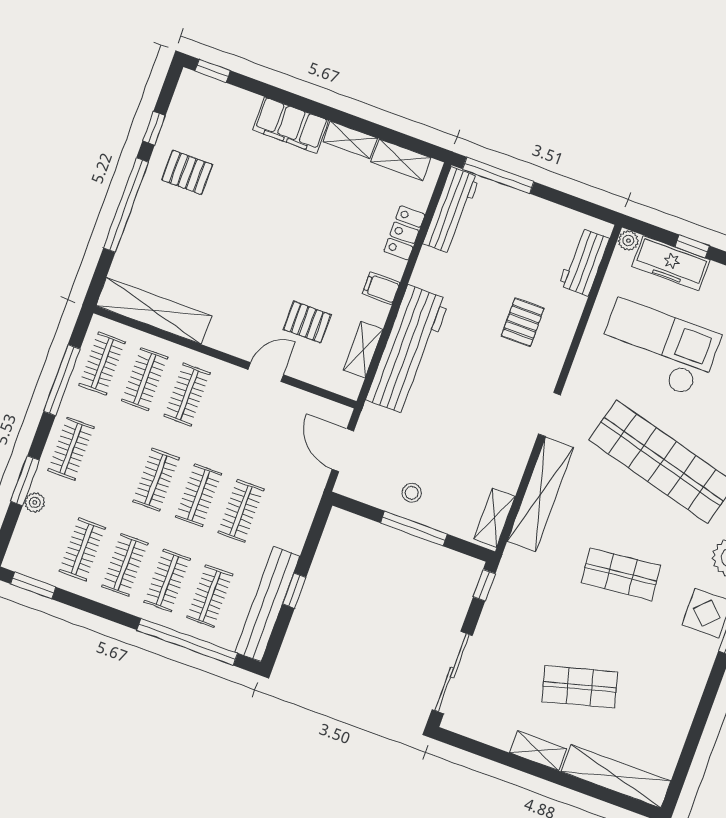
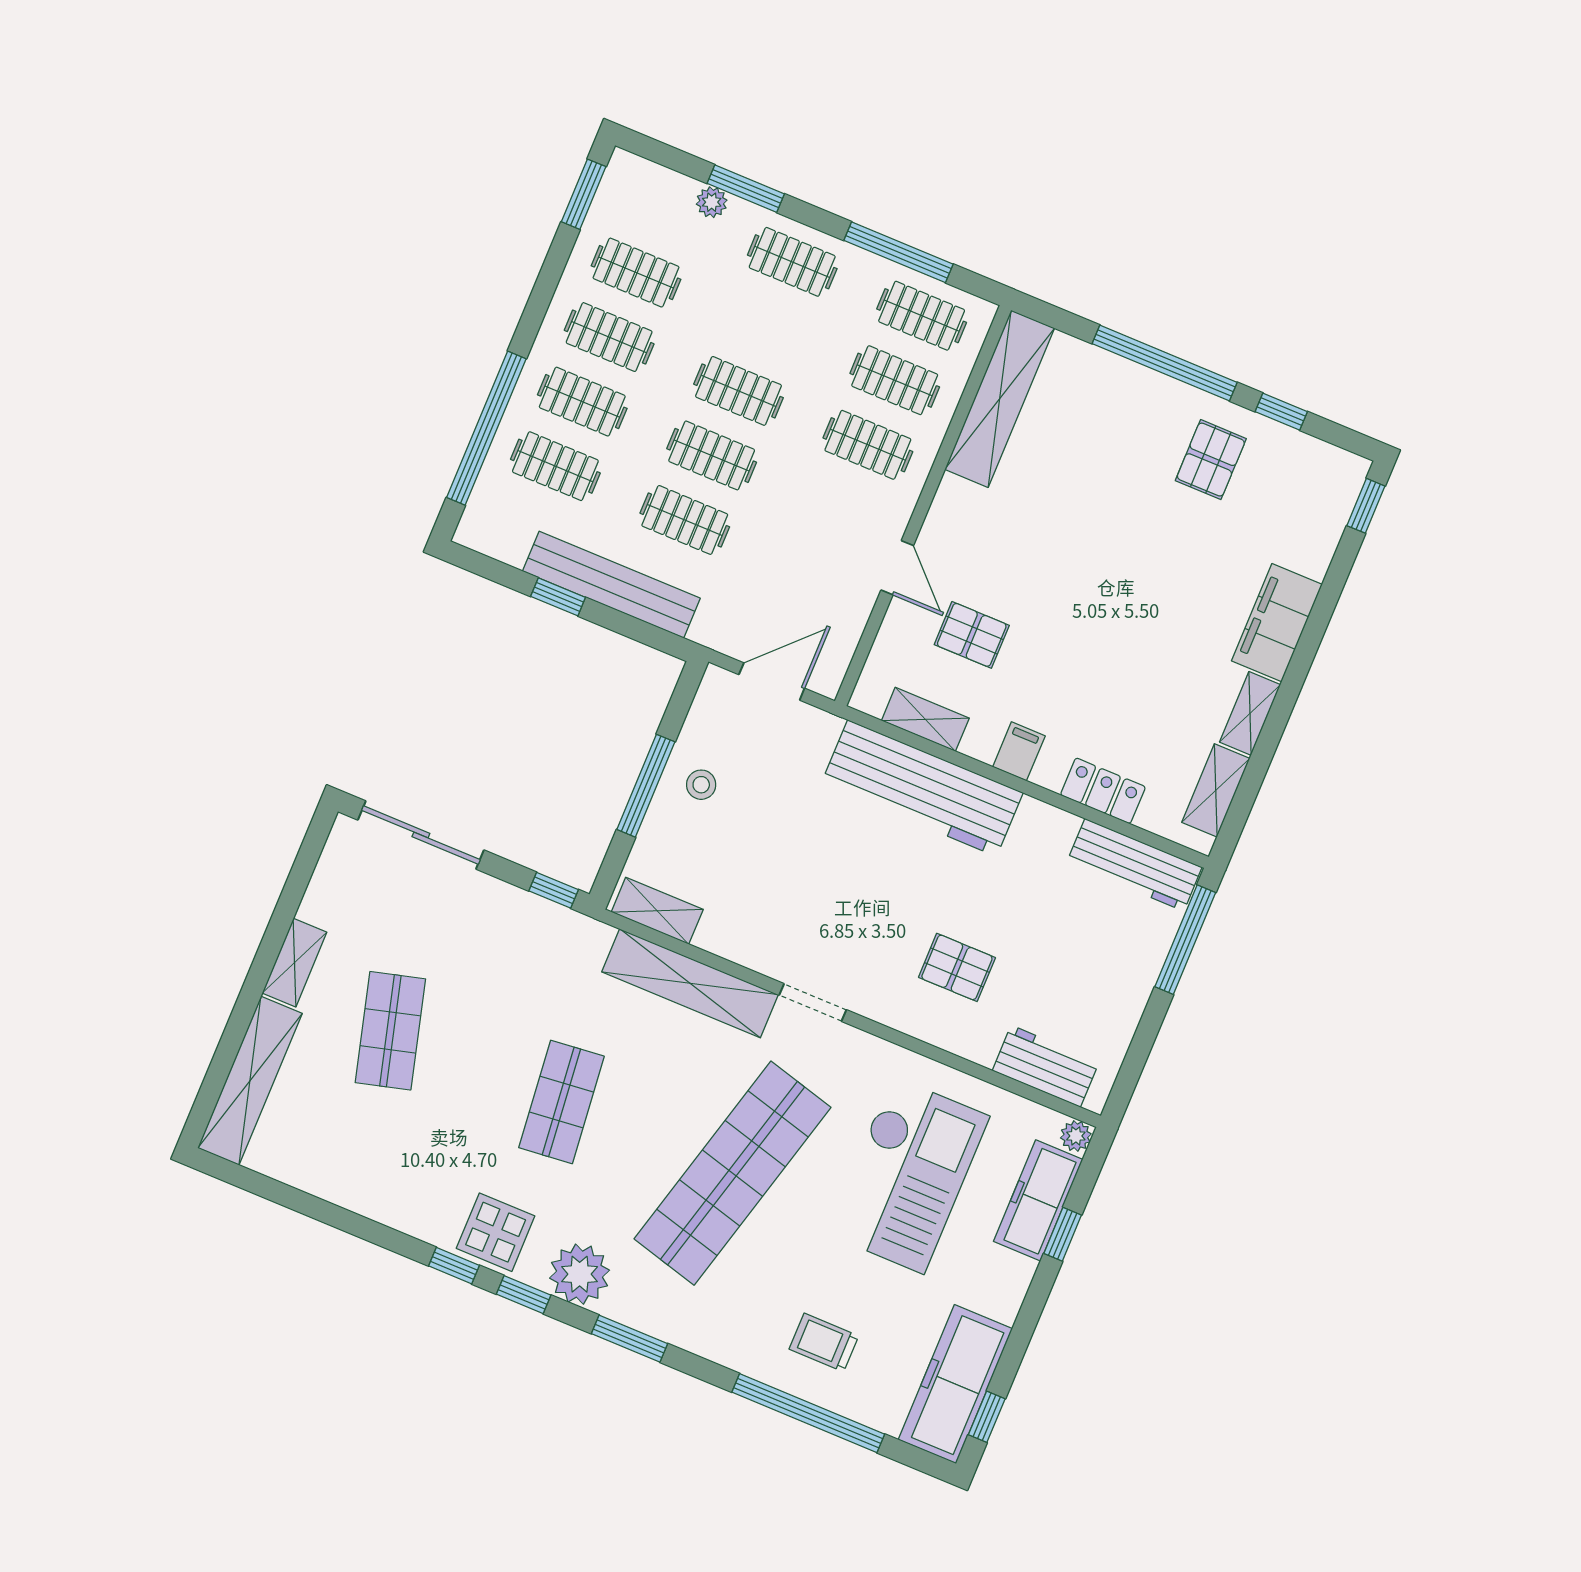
pallet: (307, 322) -> (972, 635), turned 90
bench: (267, 604) -> (611, 585), moved

